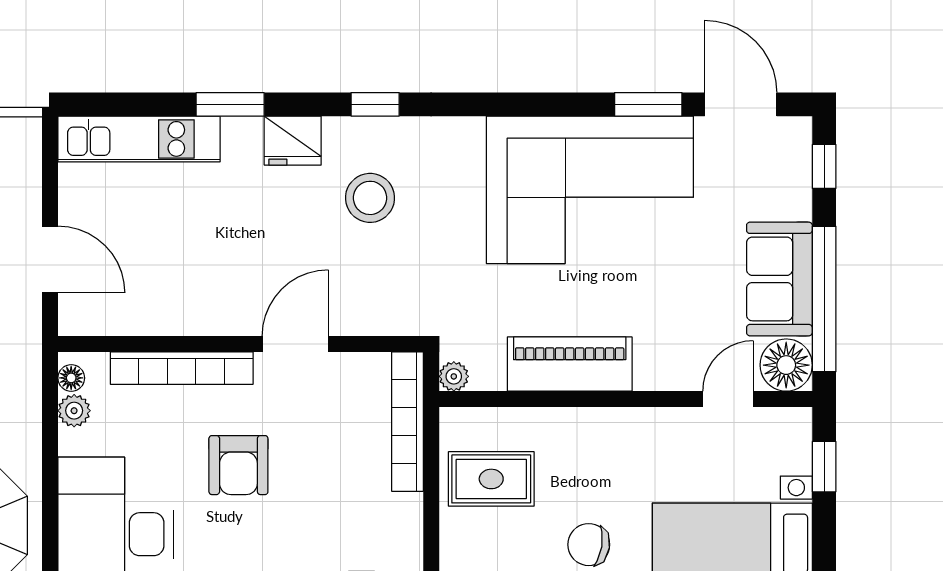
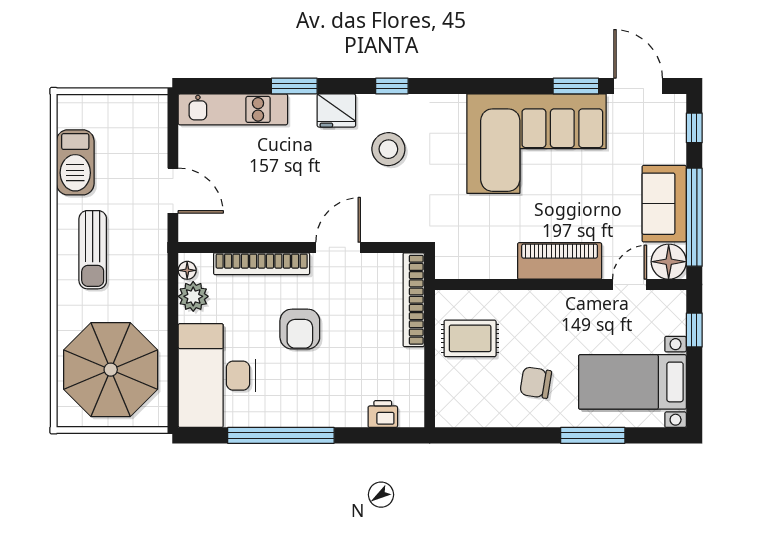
piano: (570, 364) -> (560, 261), moved
plant: (454, 376) -> (445, 269), removed
plant: (74, 411) -> (193, 296), width x1.38, depth x1.38

